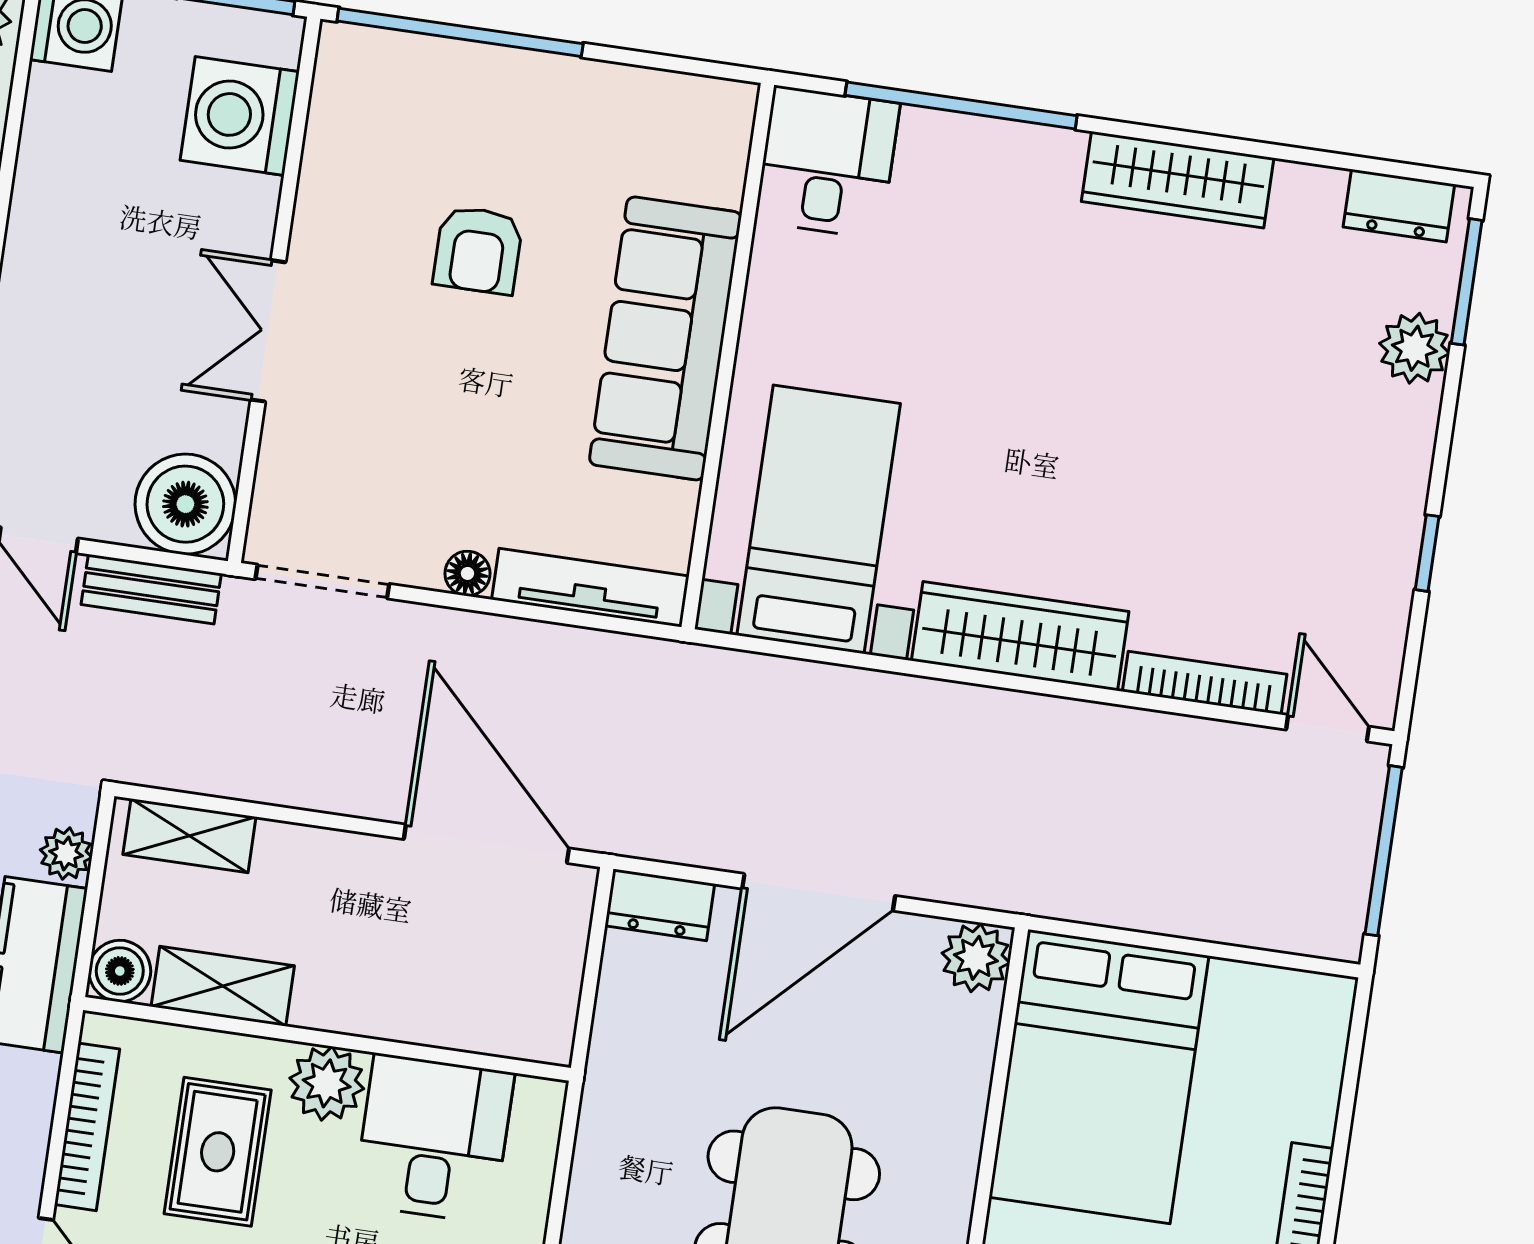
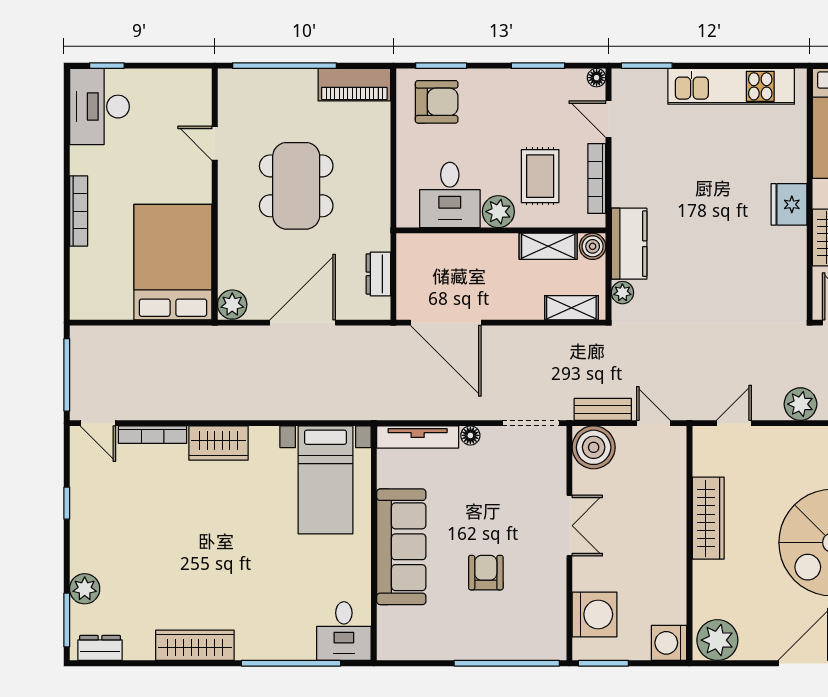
wardrobe: (1020, 636) -> (219, 443), width x0.67
dresser: (660, 905) -> (378, 274), moved, turned -90

